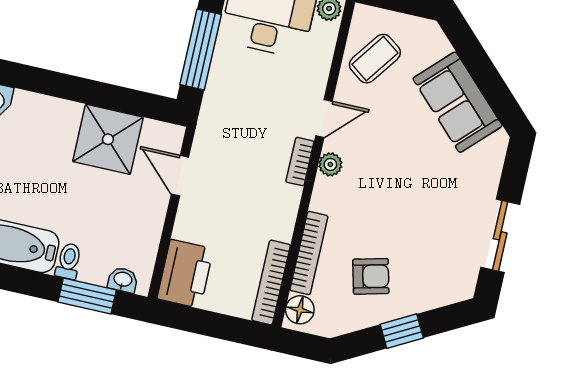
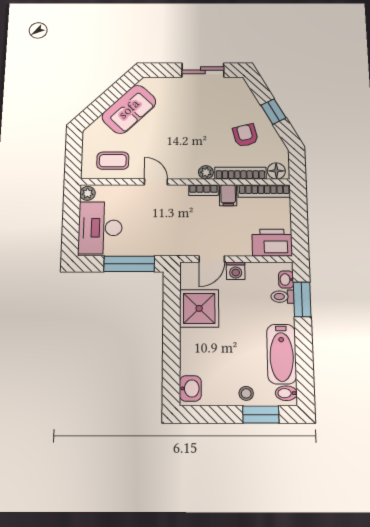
coffee table: (375, 59) -> (113, 161), turned -36
bookcase: (300, 162) -> (203, 190), moved
plant: (330, 164) -> (206, 172), moved
washing machine: (153, 208) -> (236, 271), added
filing cabinet: (277, 225) -> (228, 195), added
toilet: (69, 261) -> (282, 297), moved

